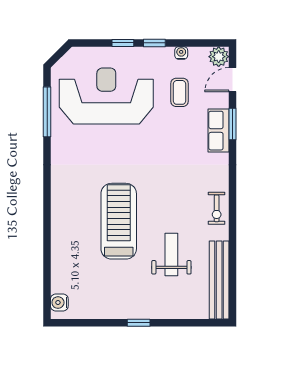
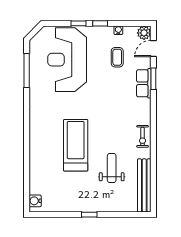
reception desk: (106, 96) -> (67, 60), turned -90

